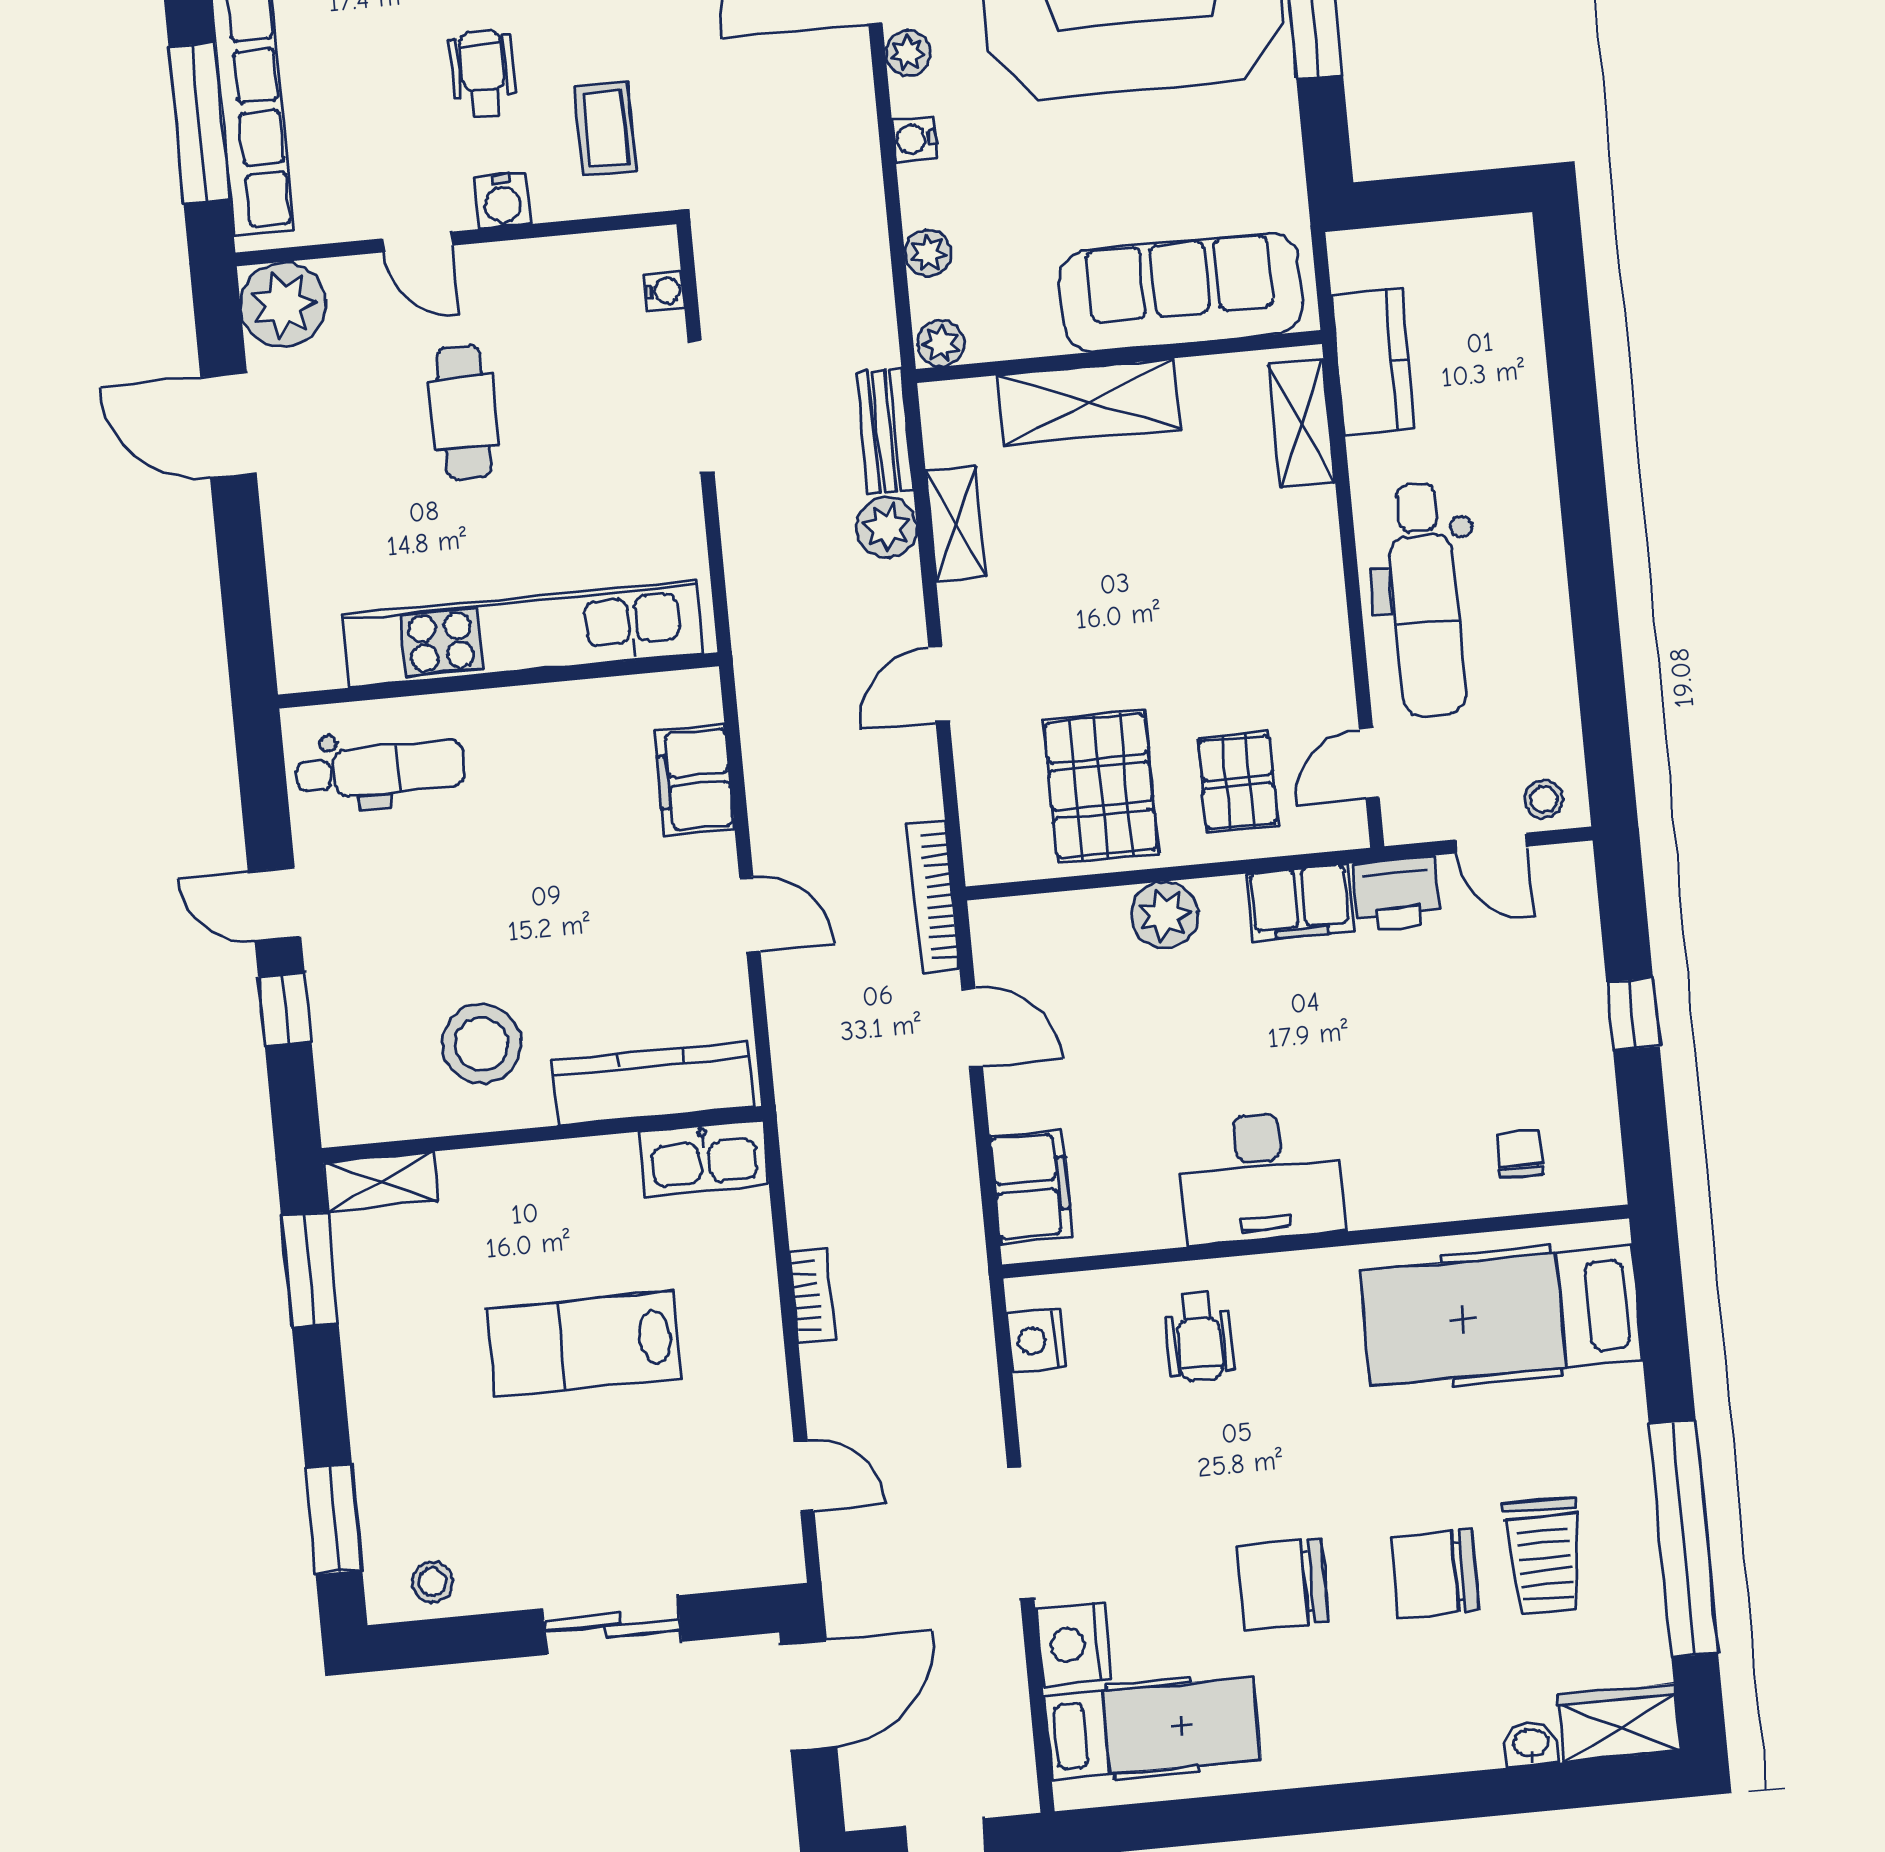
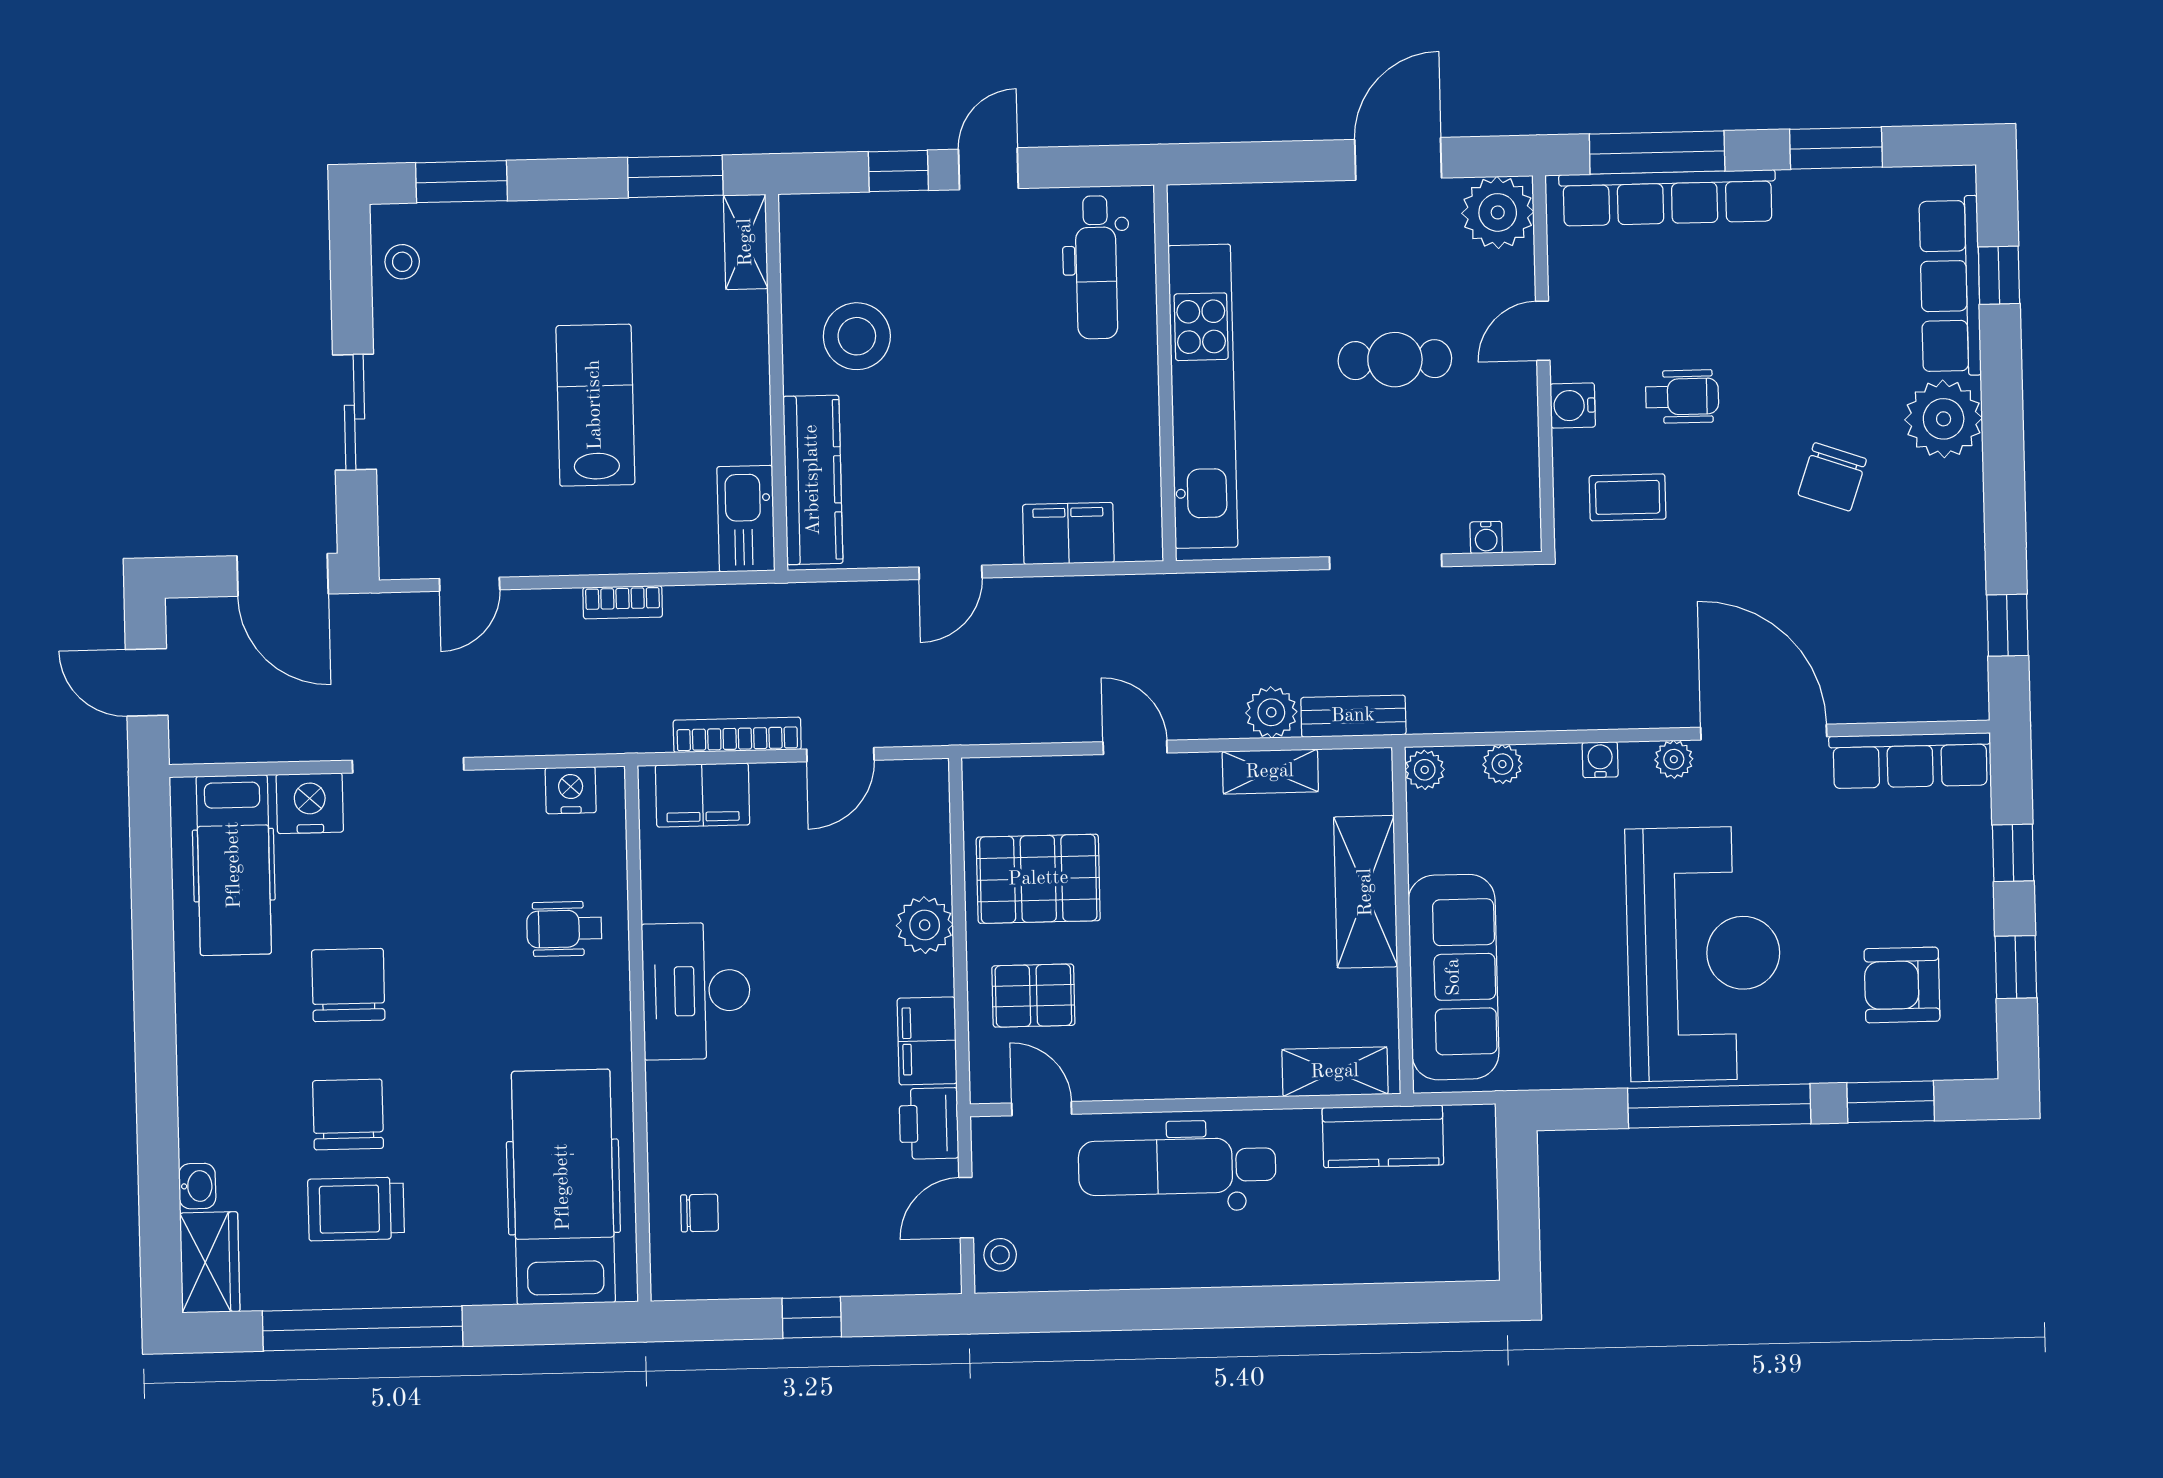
bookcase: (933, 897) -> (737, 735), moved

